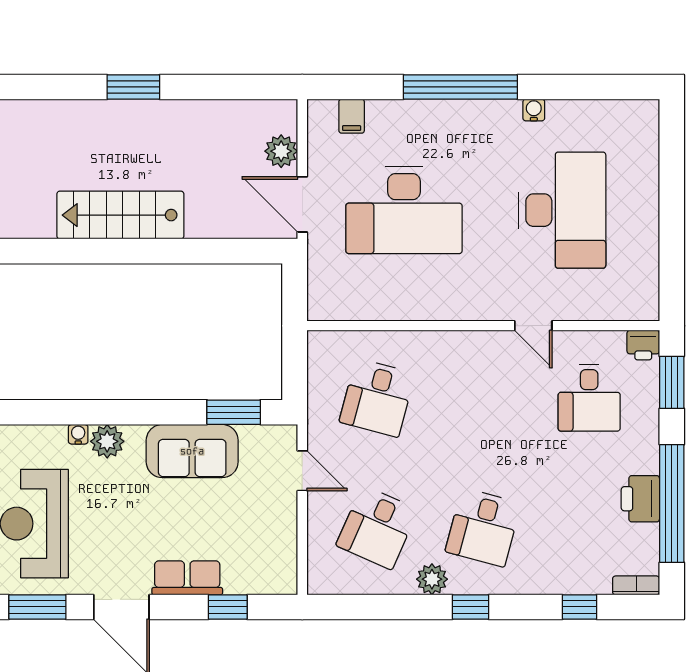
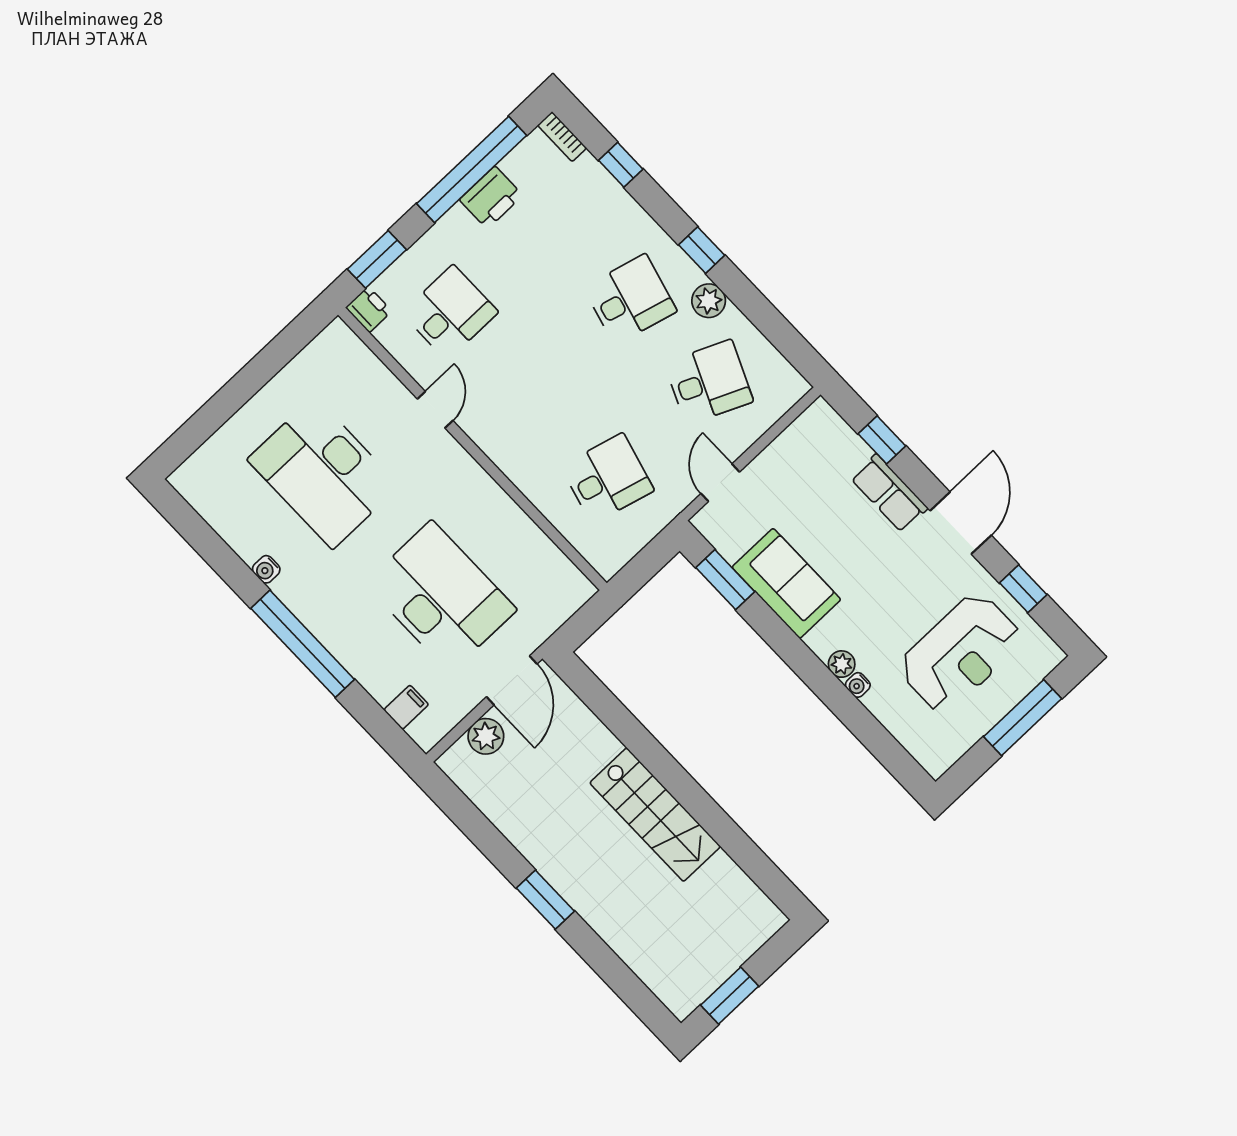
desk: (562, 210) -> (323, 473), turned -90
plant: (107, 441) -> (842, 664), width x0.73, depth x0.73
window: (37, 607) -> (1023, 589), width x0.67

